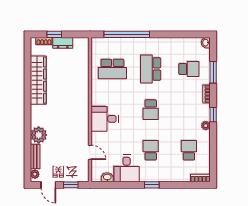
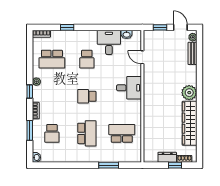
window: (127, 34) -> (109, 165), width x0.47
school desk: (189, 69) -> (52, 133), turned -90
school desk: (151, 110) -> (87, 96), turned -90
plant: (39, 135) -> (189, 93), moved
school desk: (189, 150) -> (52, 59), width x1.85
window: (152, 185) -> (67, 27), moved

